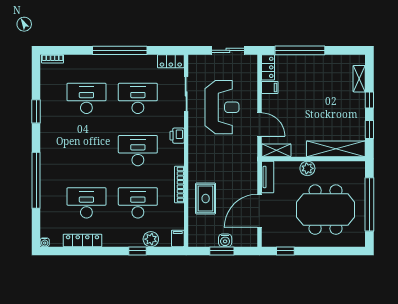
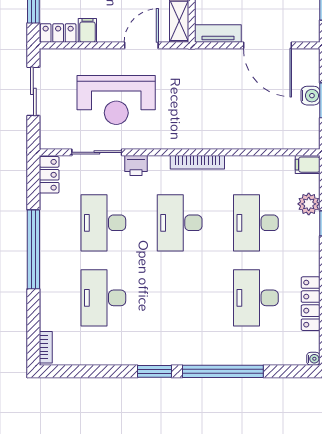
reception desk: (222, 107) -> (116, 100), turned 180
window: (36, 111) -> (154, 371), moved
printer: (177, 136) -> (136, 166), moved
bookcase: (179, 185) -> (197, 162), moved
rug: (206, 199) -> (249, 124), removed

